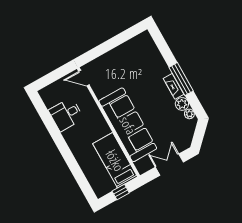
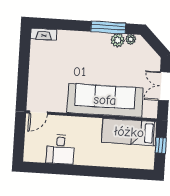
window: (181, 79) -> (108, 27), moved
fireplace: (174, 86) -> (44, 34), moved

